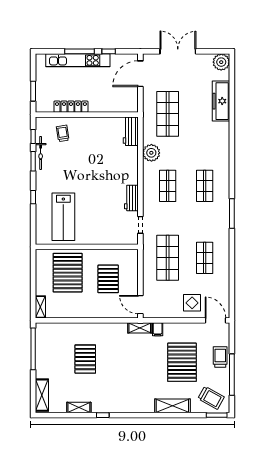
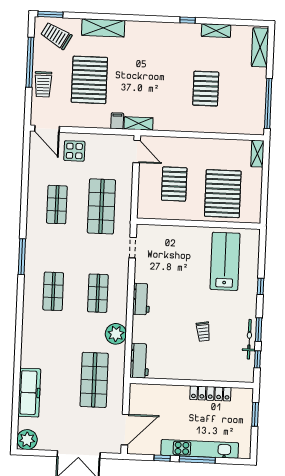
trolley: (63, 133) -> (203, 332), moved
workbench: (131, 198) -> (141, 299), moved

